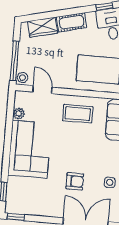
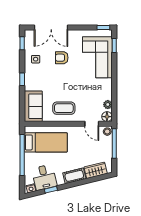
floor lamp: (21, 98) -> (107, 117), added
corner sofa: (30, 149) -> (97, 57), moved

